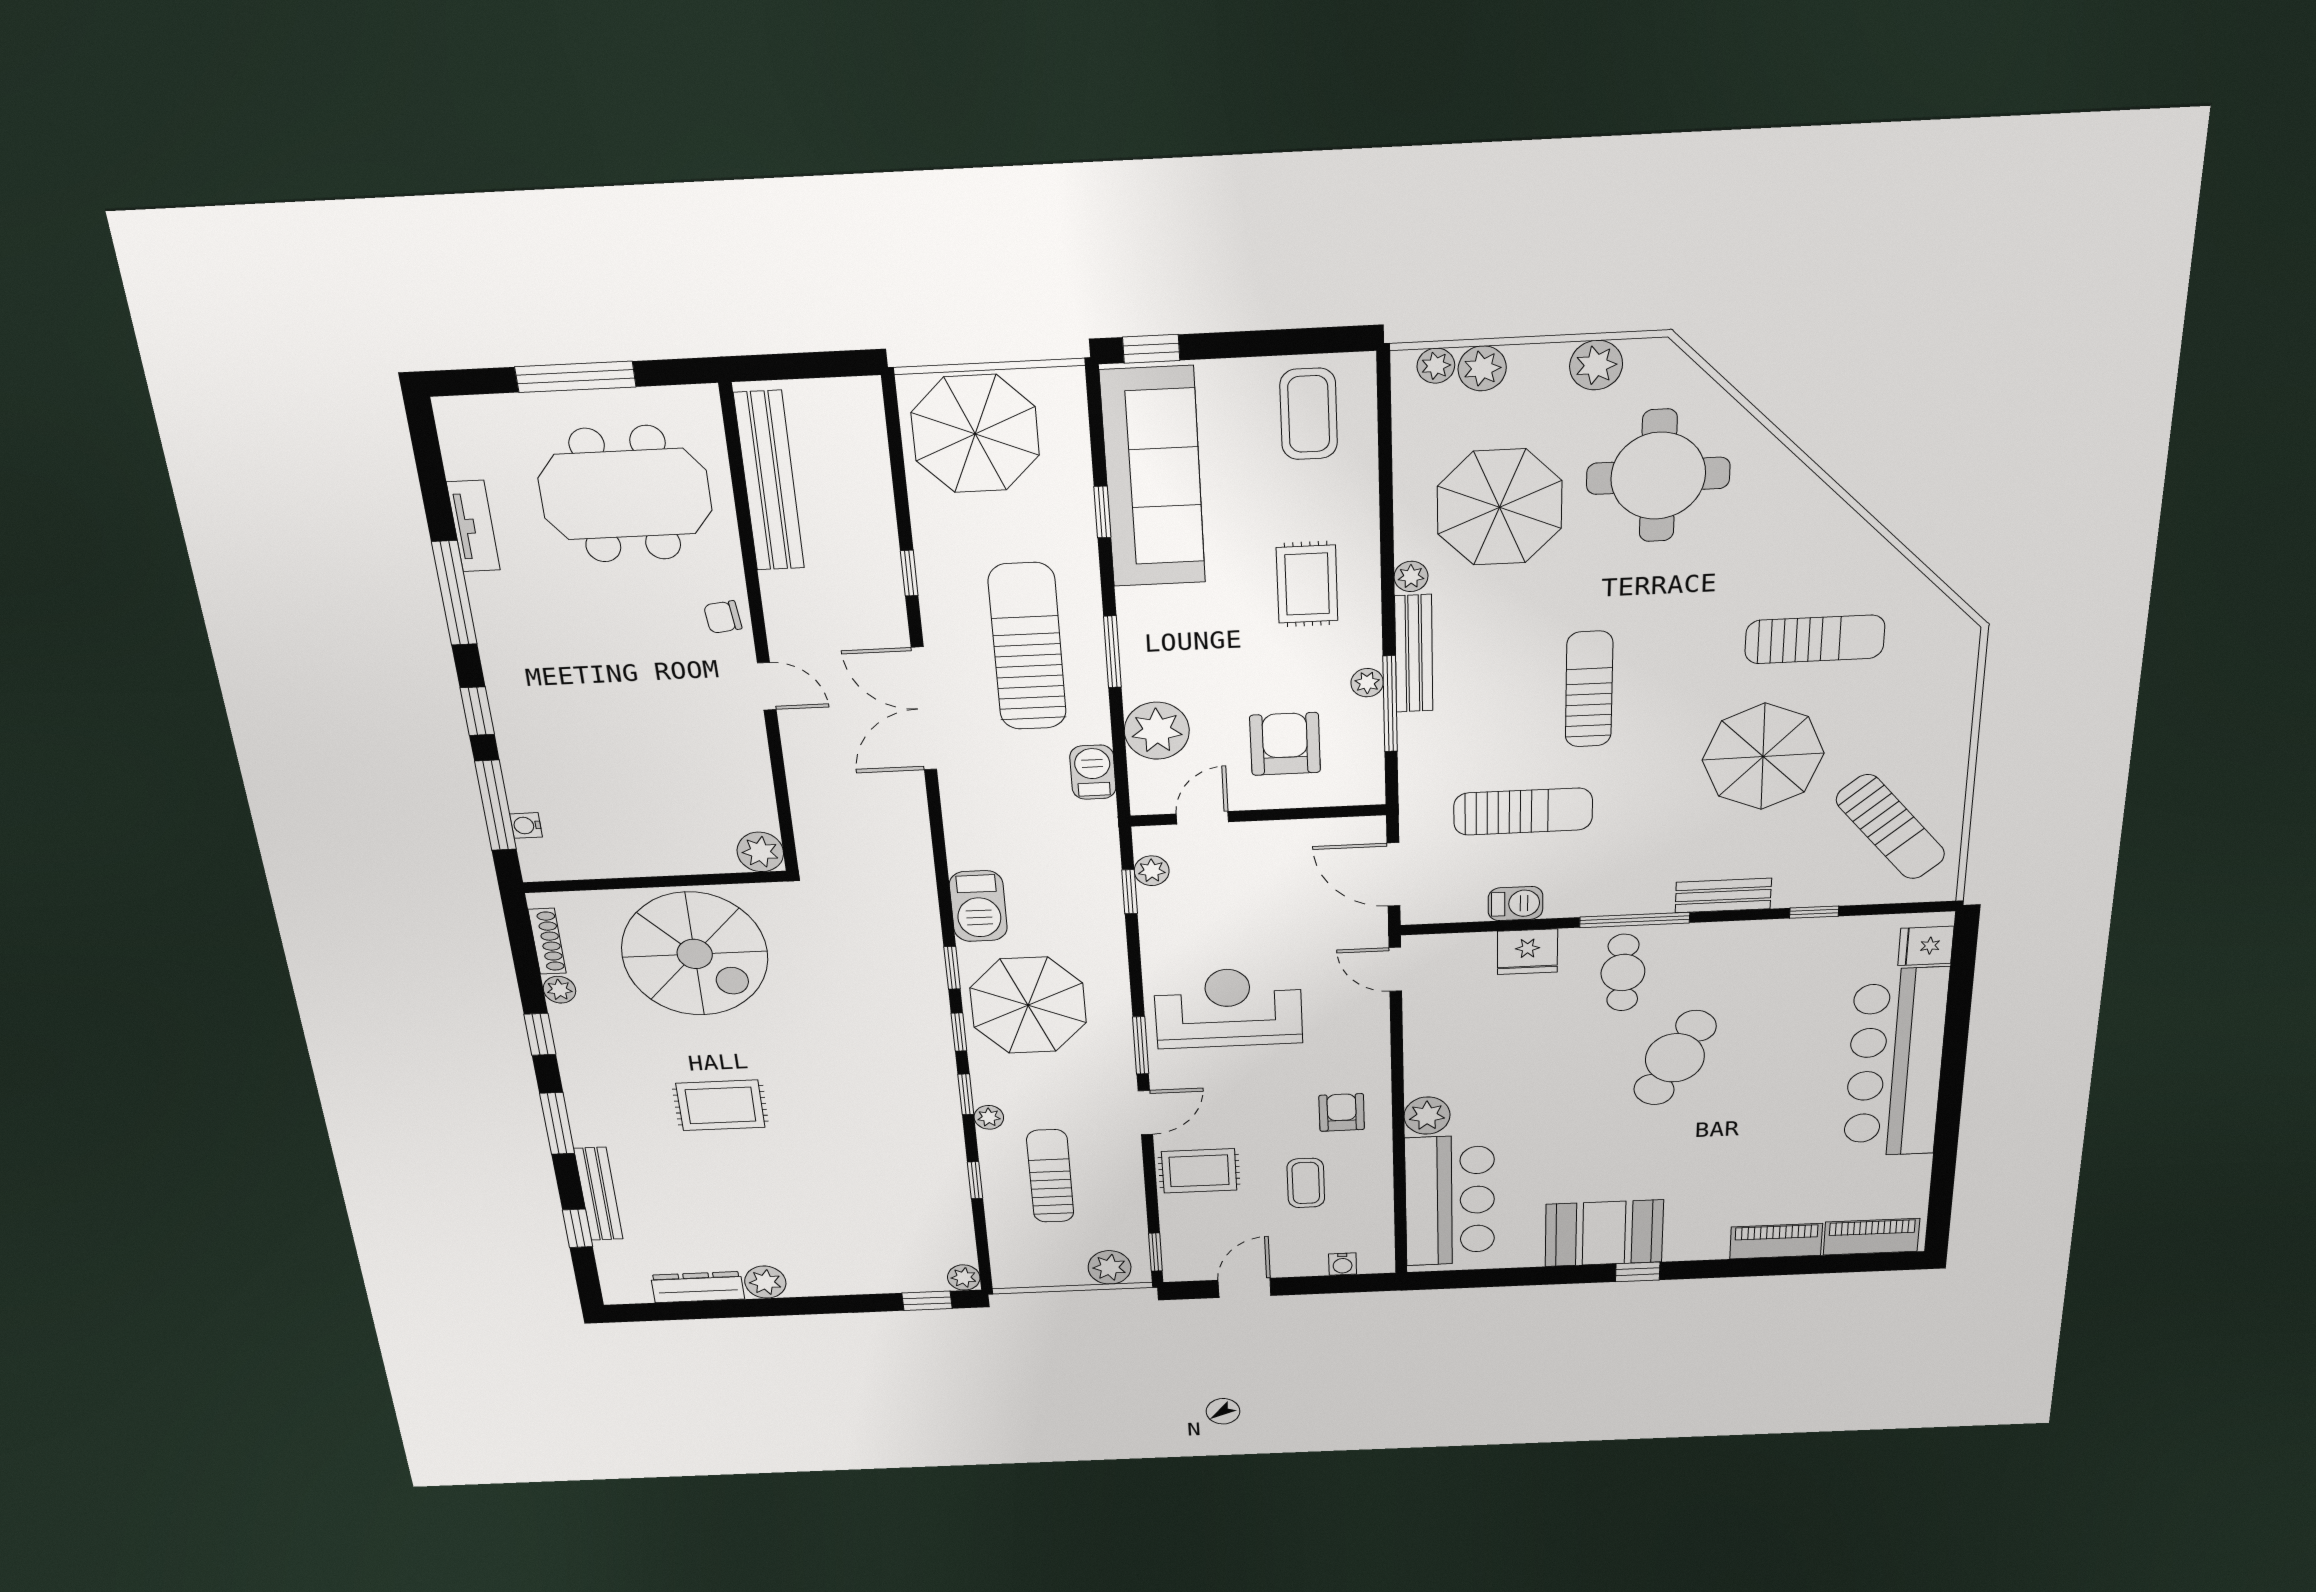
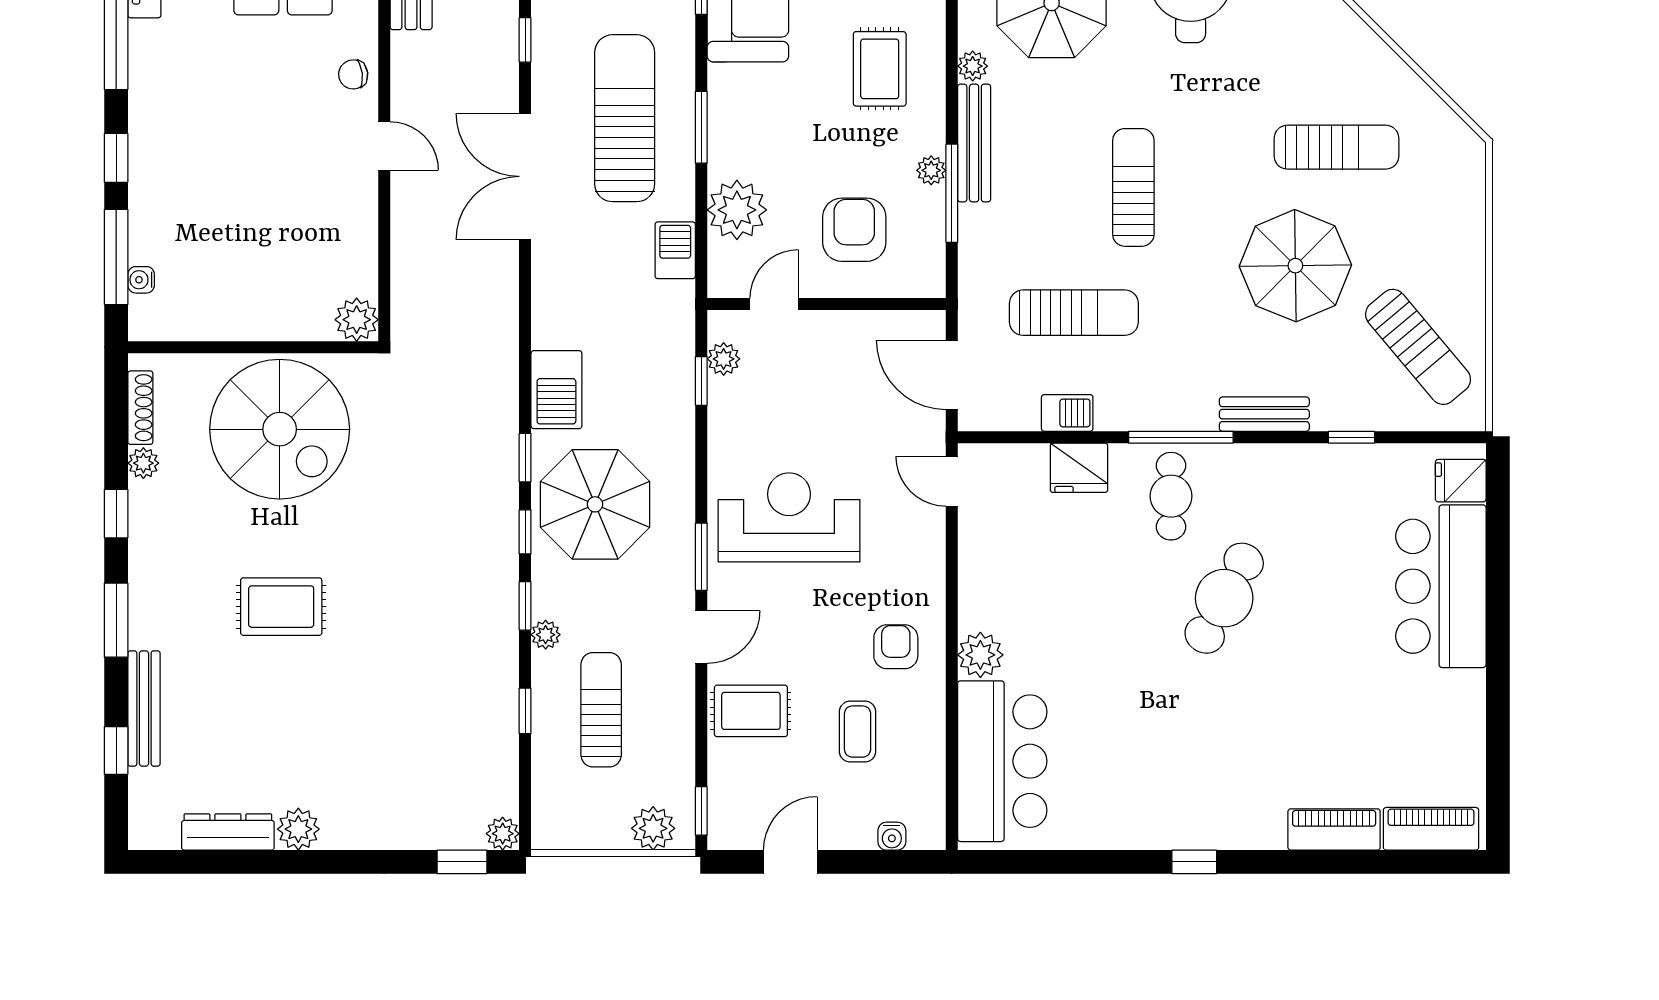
bar counter: (1895, 1063) -> (1441, 586), width x0.73
booth: (1604, 1233) -> (1159, 810), removed

